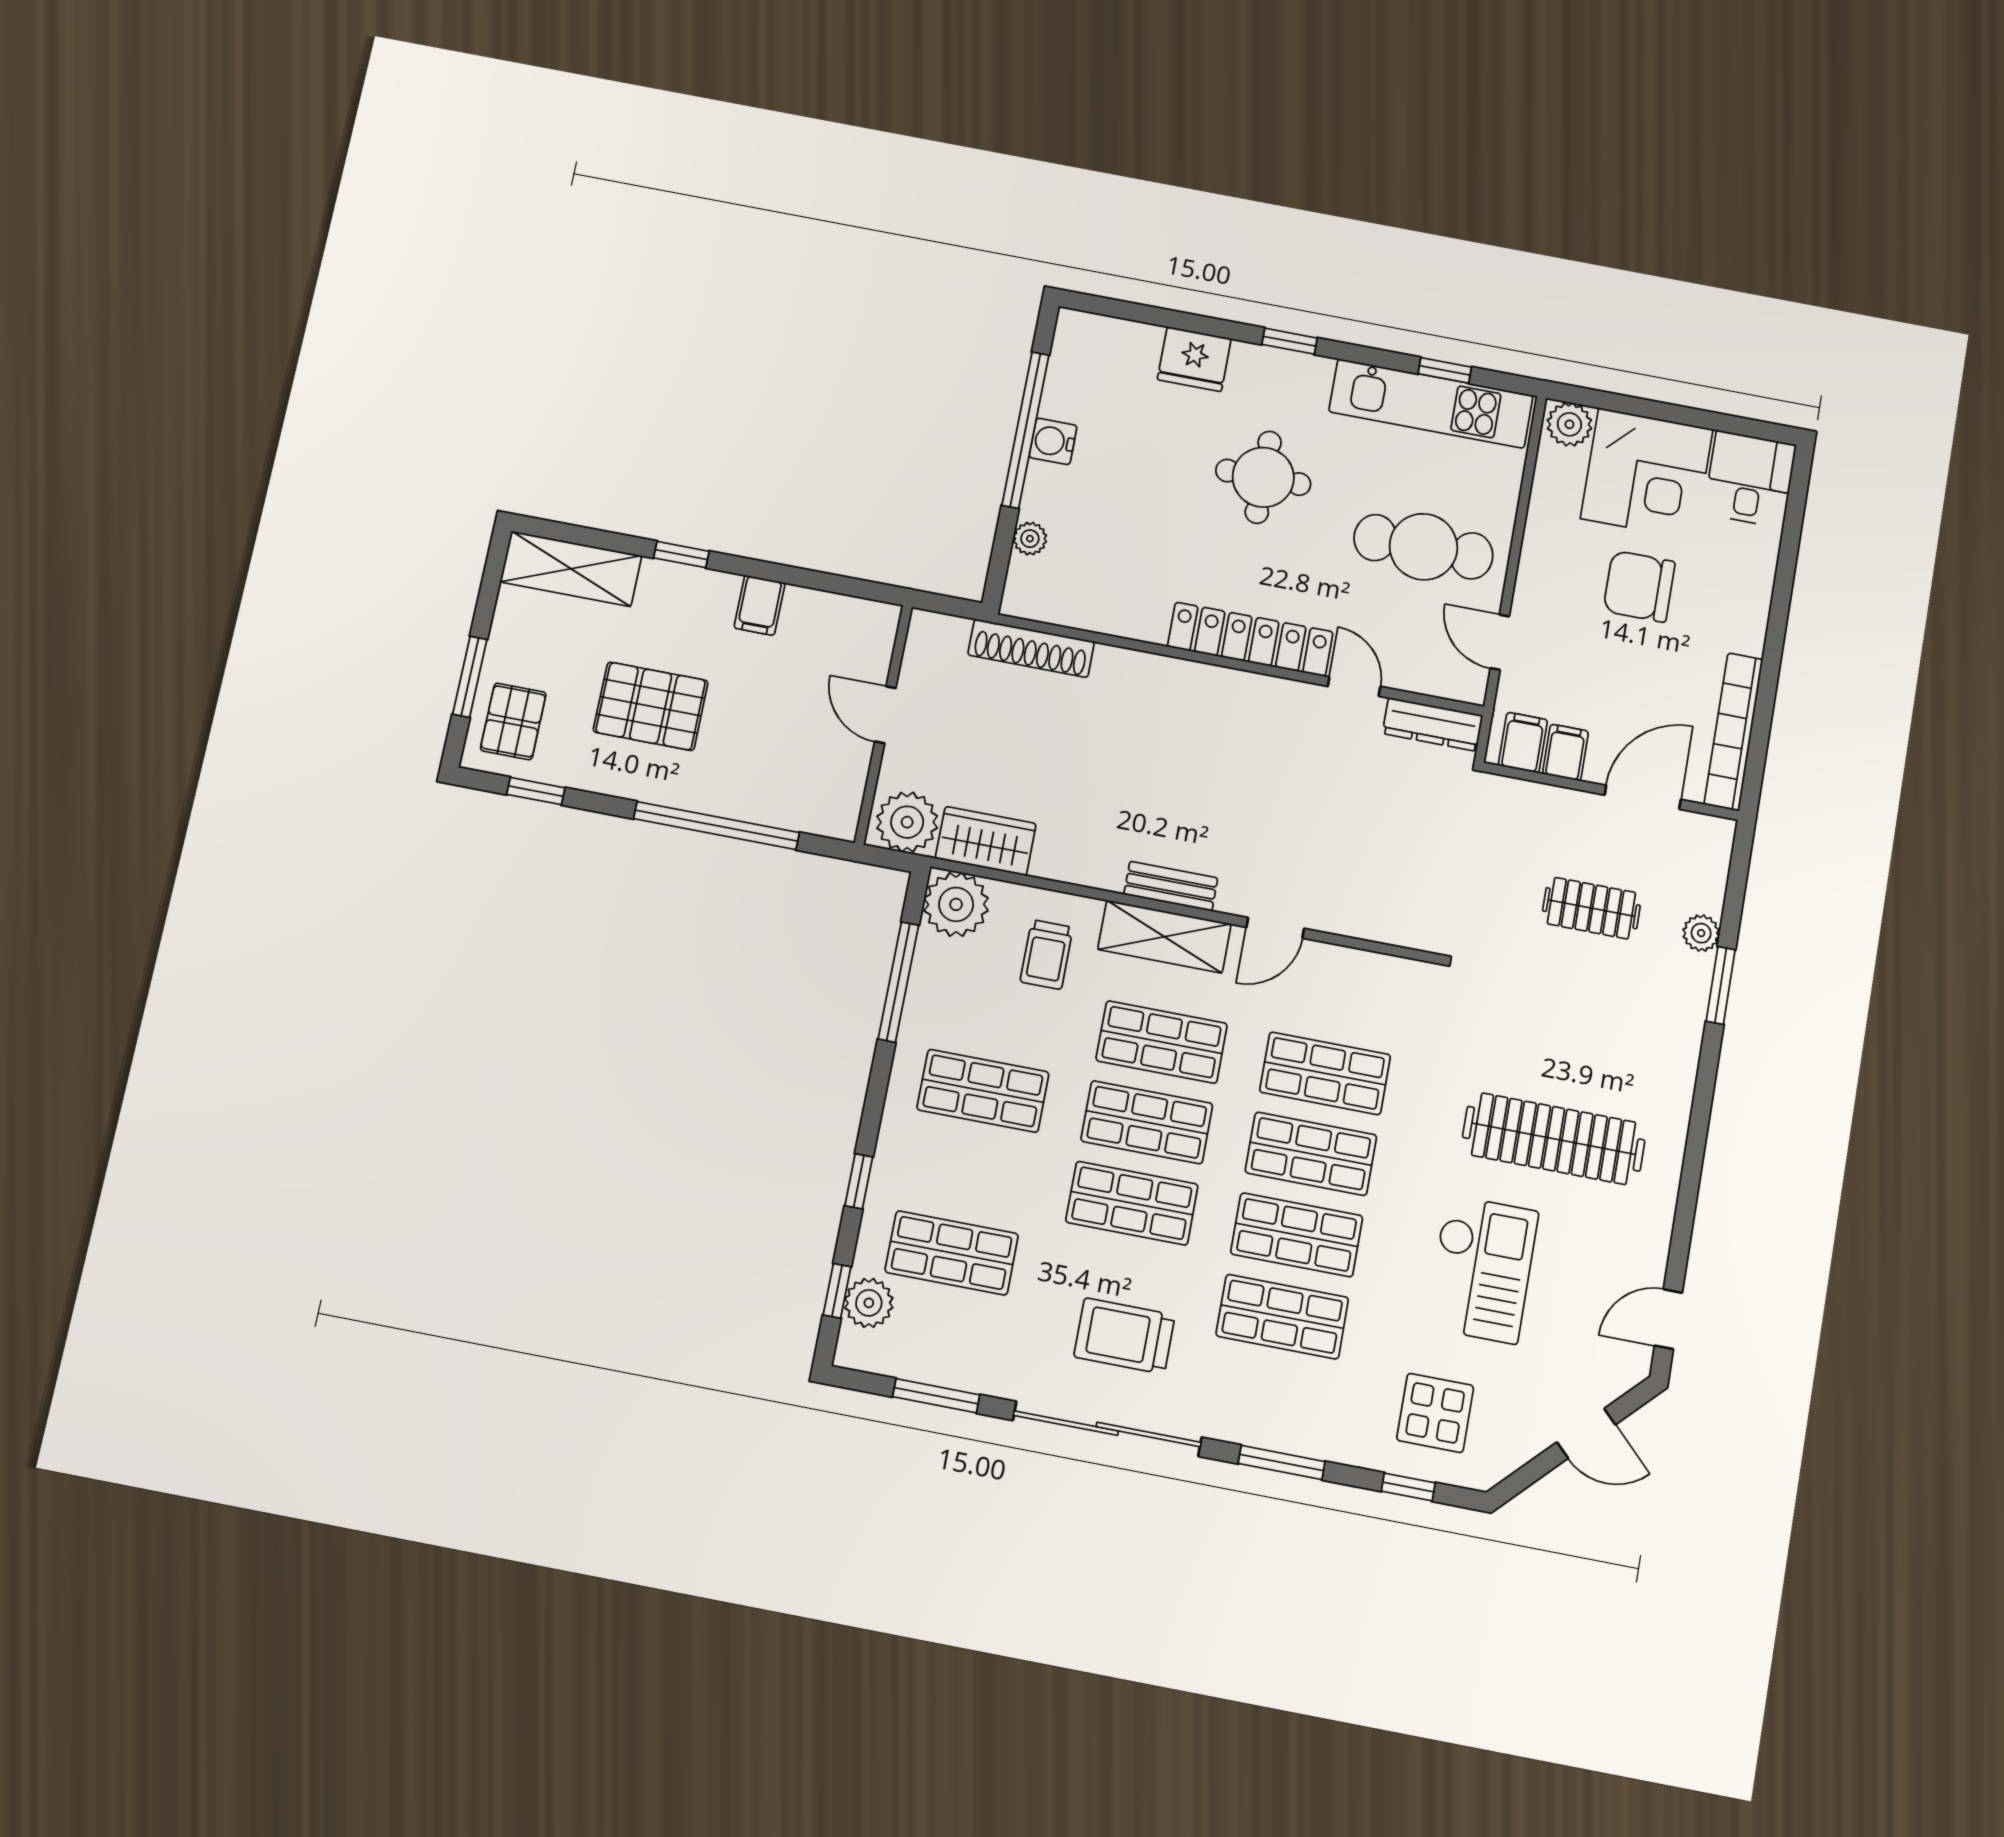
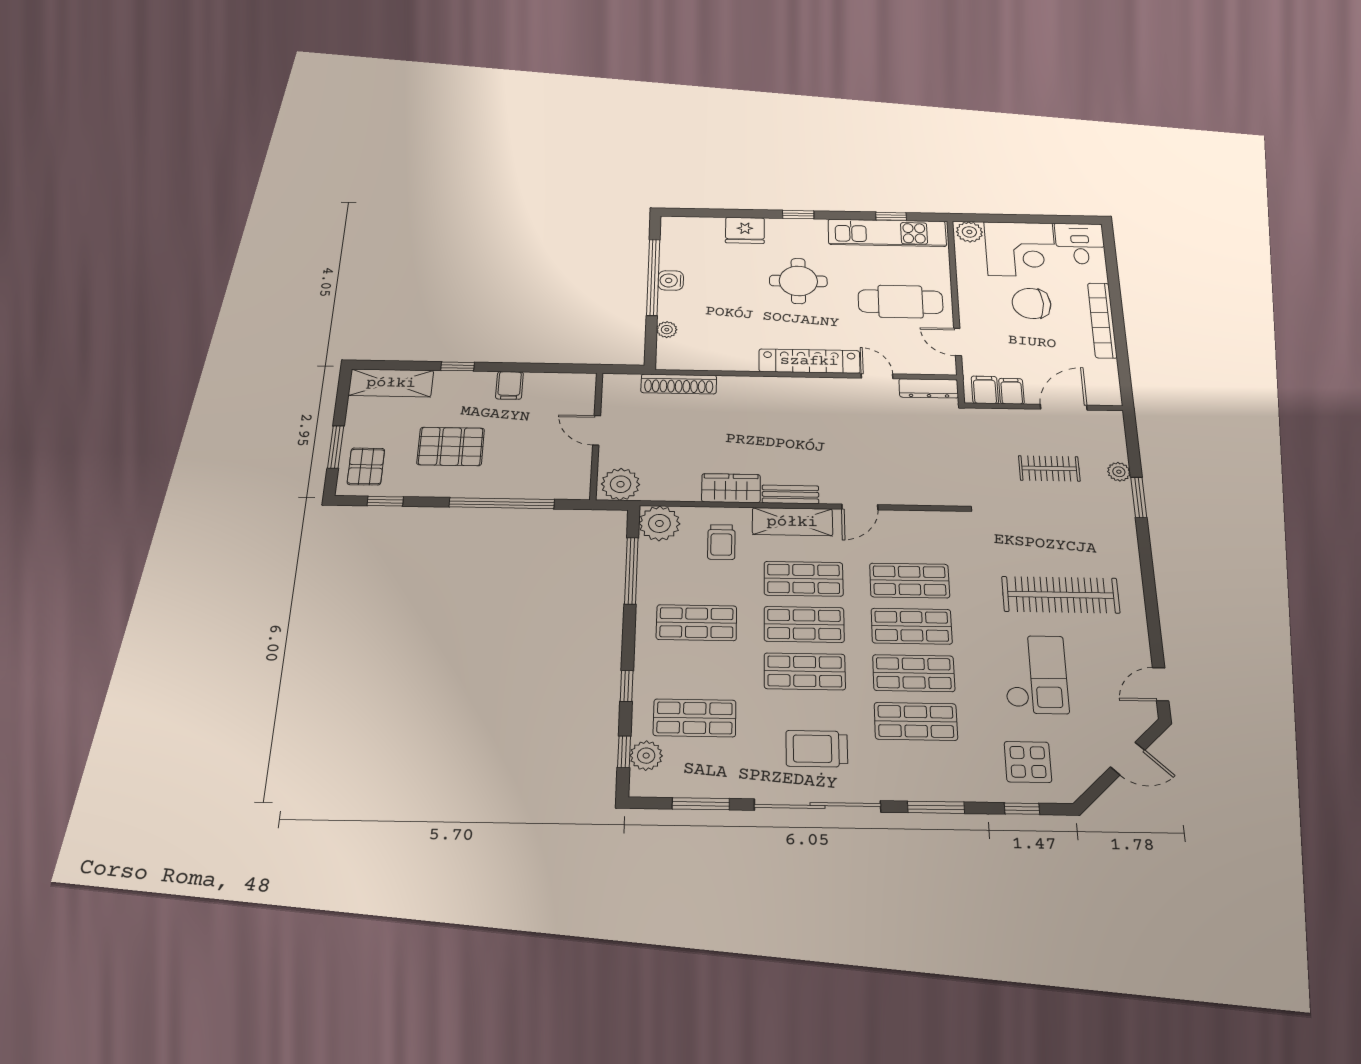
bookcase: (1733, 732) -> (1102, 320), moved
wardrobe: (986, 841) -> (731, 488), moved

